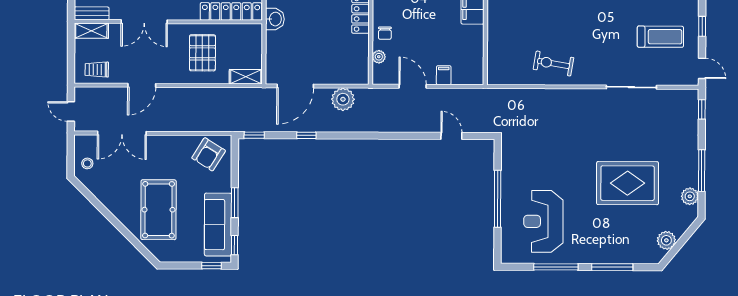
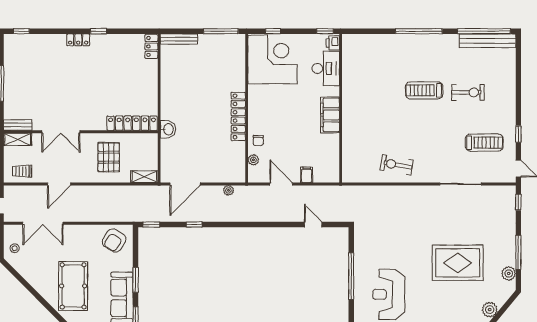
plant: (343, 99) -> (228, 190), width x0.53, depth x0.53

